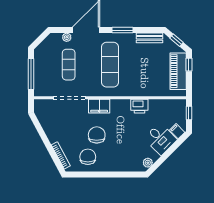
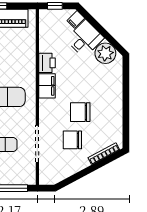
filing cabinet: (99, 106) -> (47, 86), moved
chair: (88, 157) -> (72, 140), moved
plant: (148, 163) -> (105, 53), width x1.88, depth x1.88

